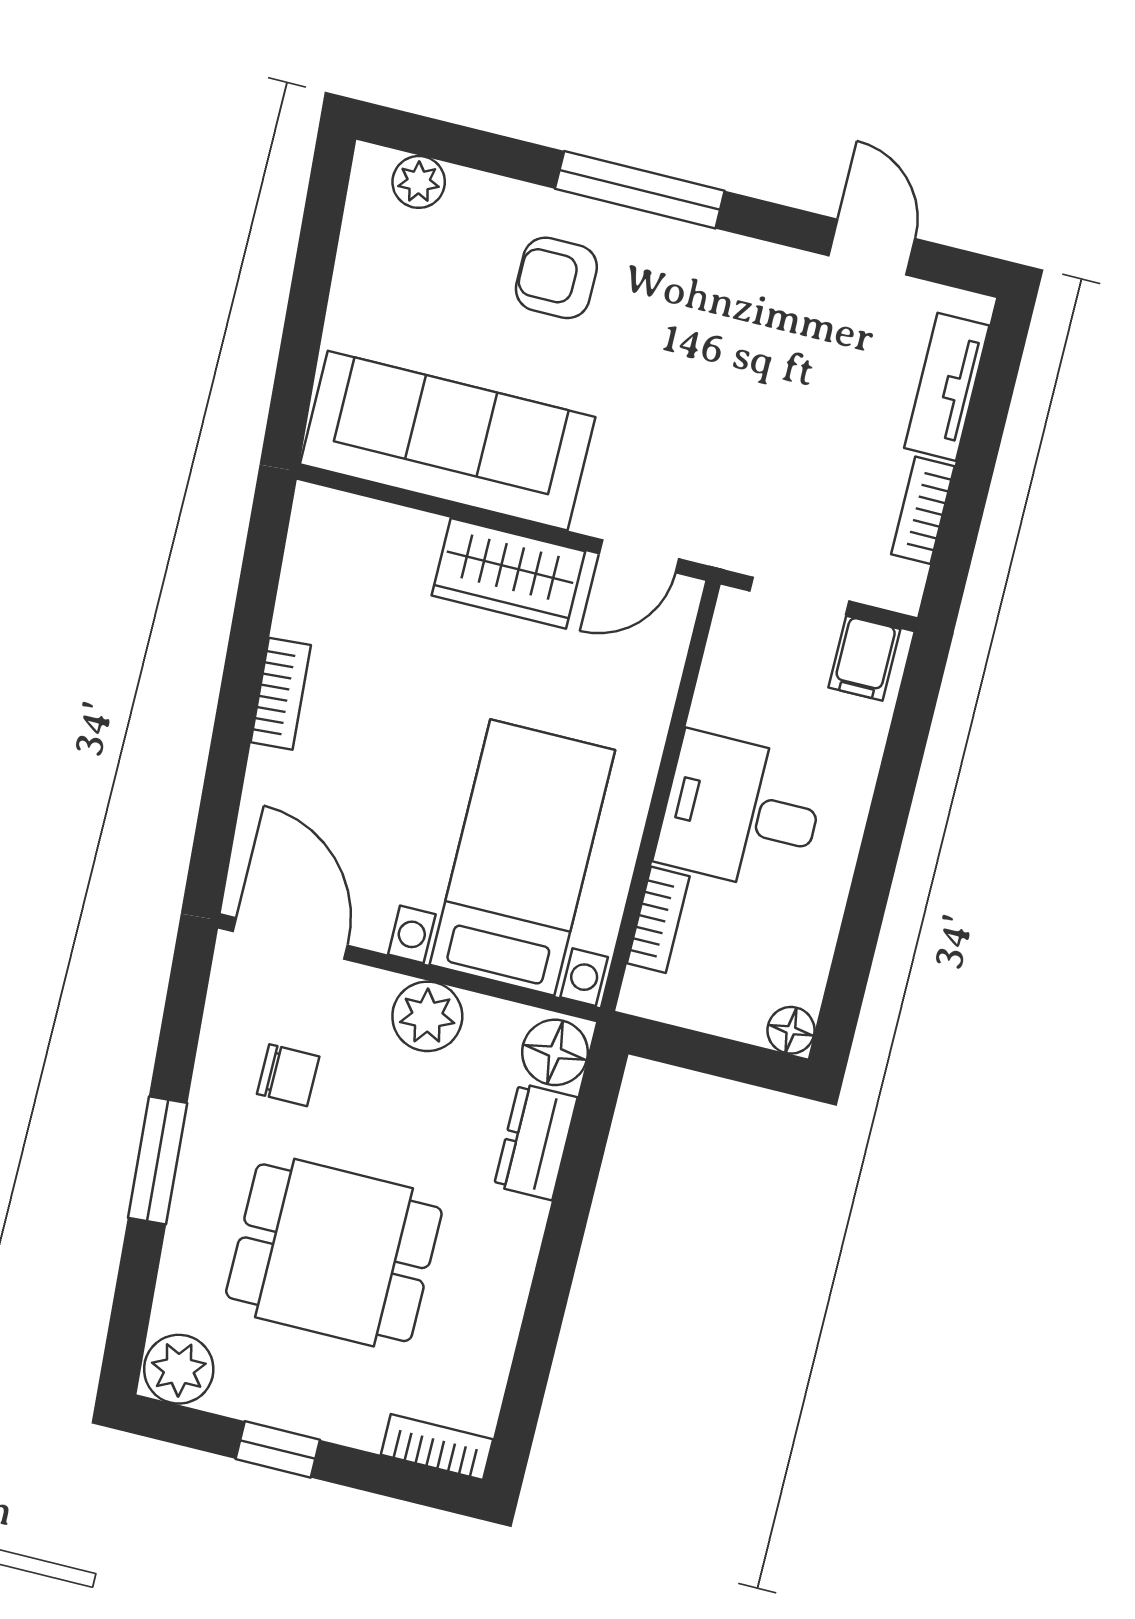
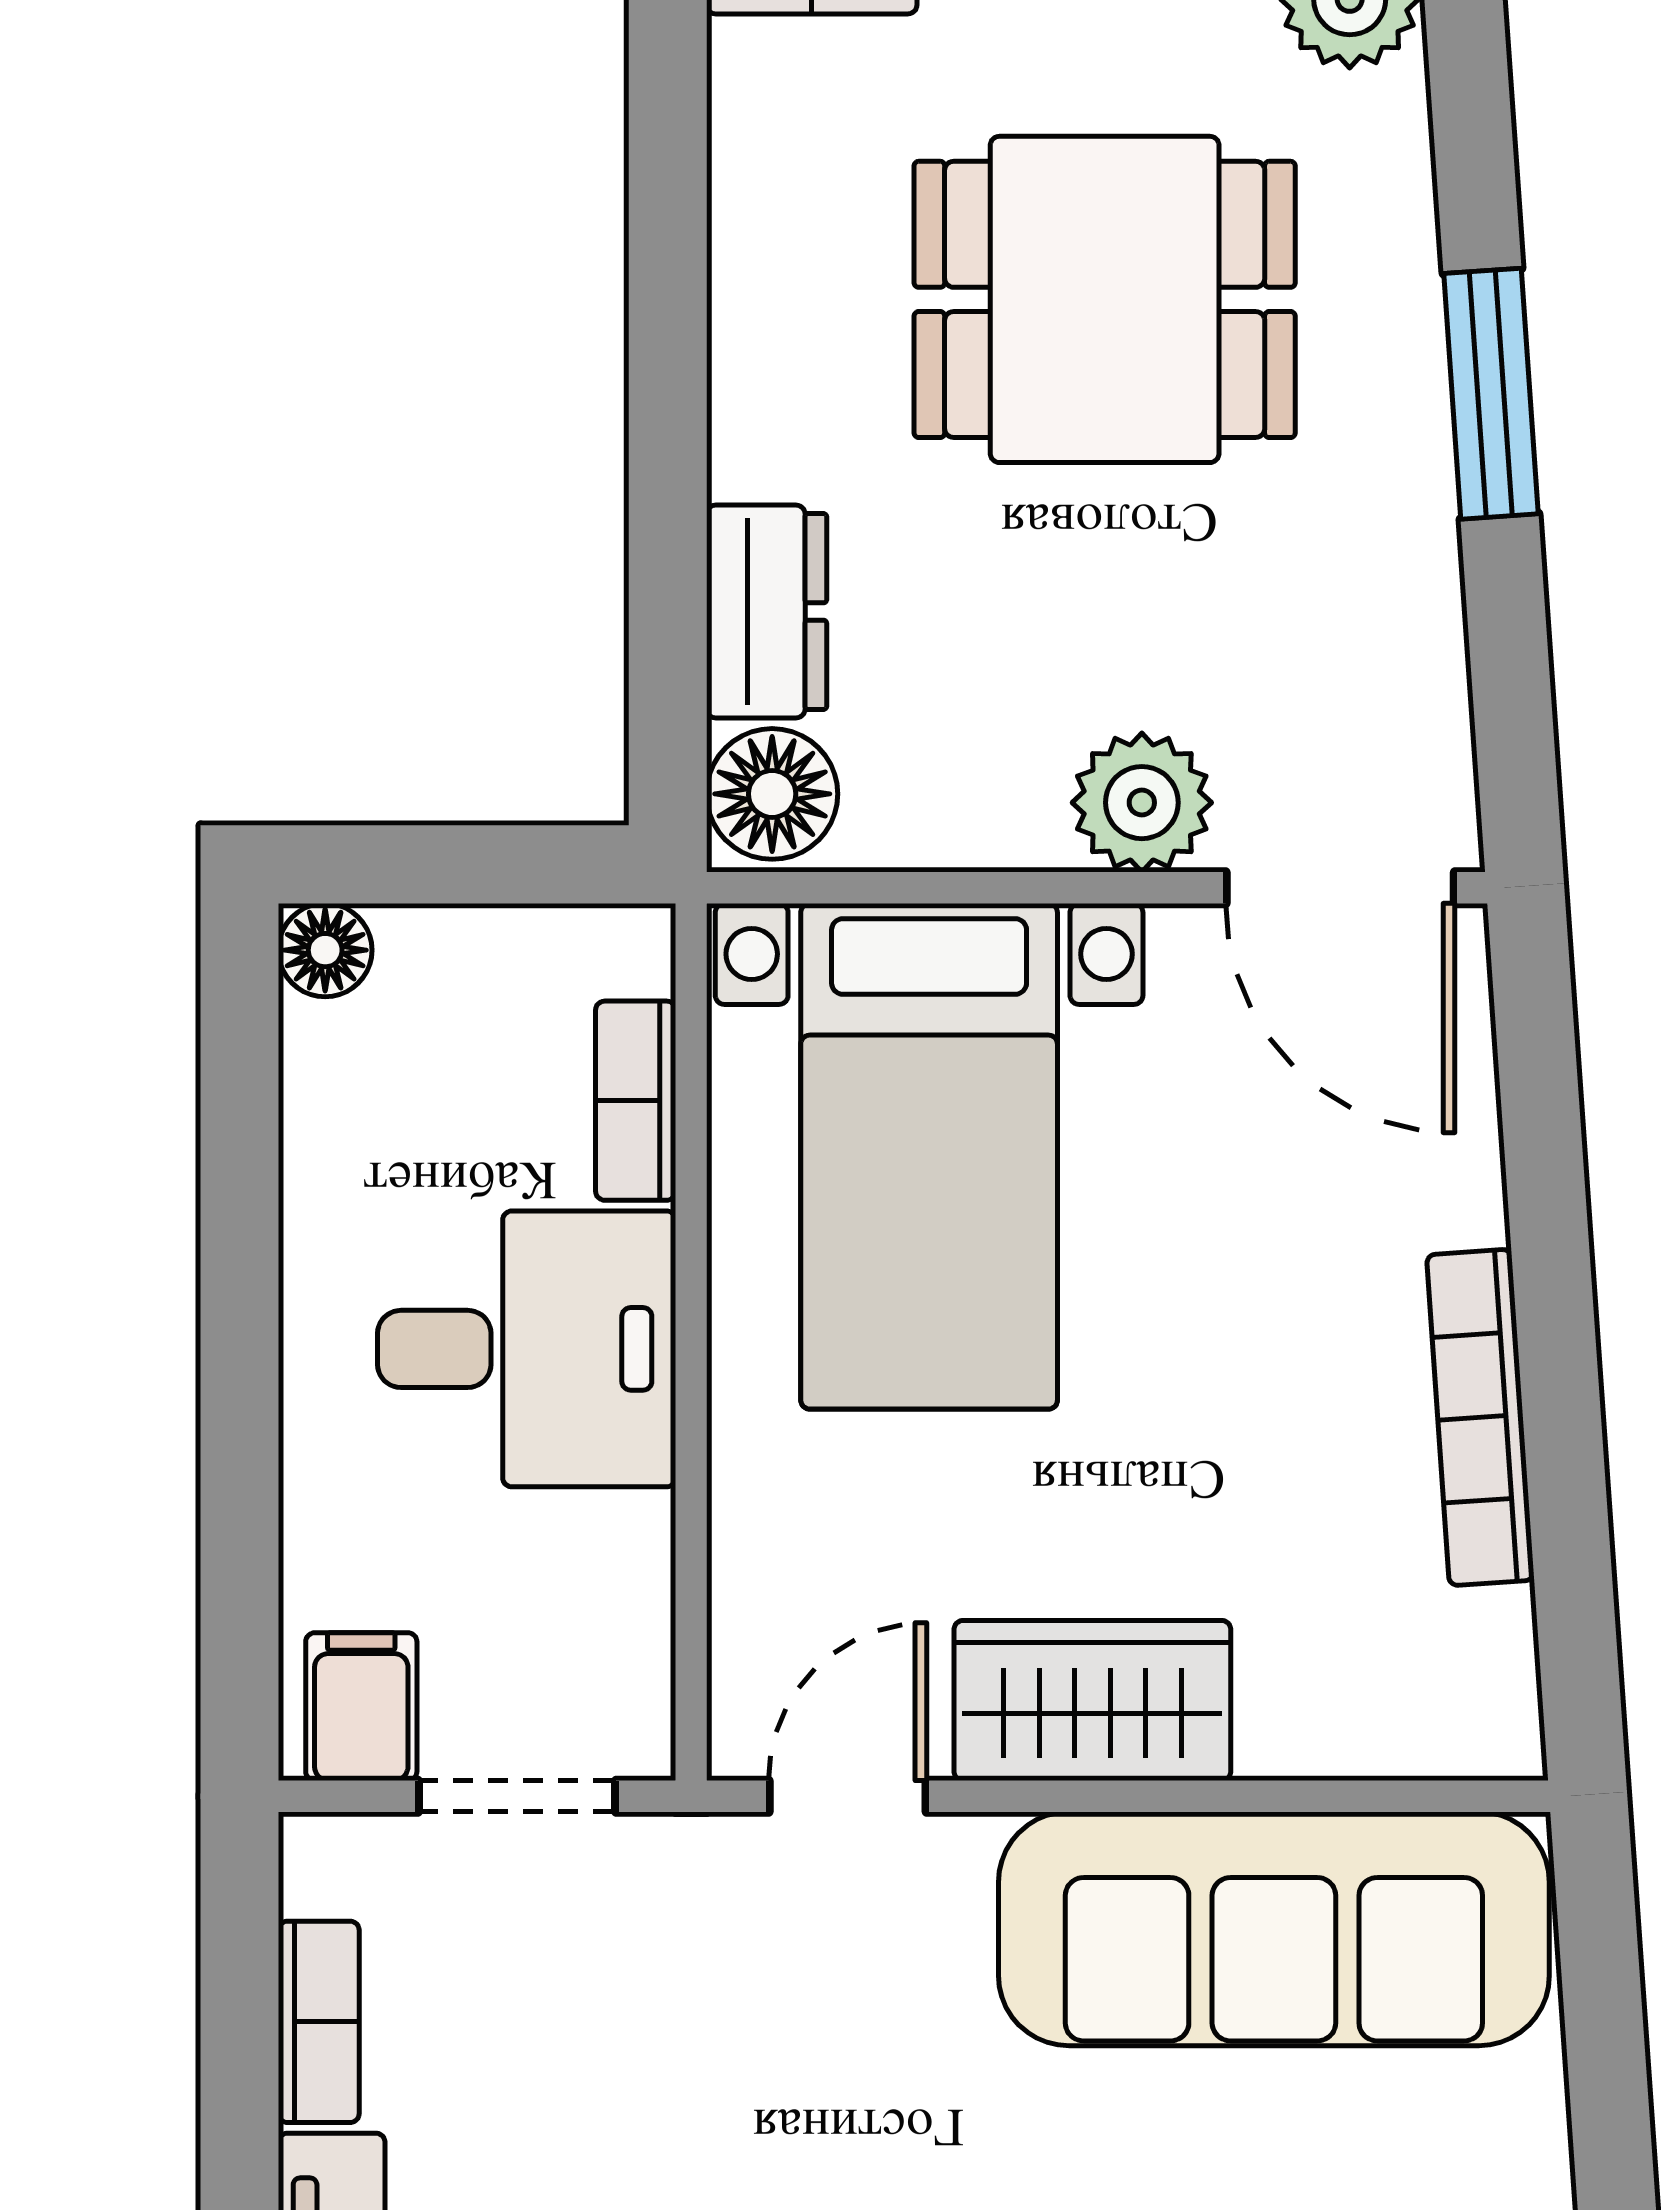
bookcase: (281, 694) -> (1480, 1417), width x1.56
plant: (427, 1016) -> (1142, 803), moved
chair: (288, 1075) -> (1279, 622), removed

